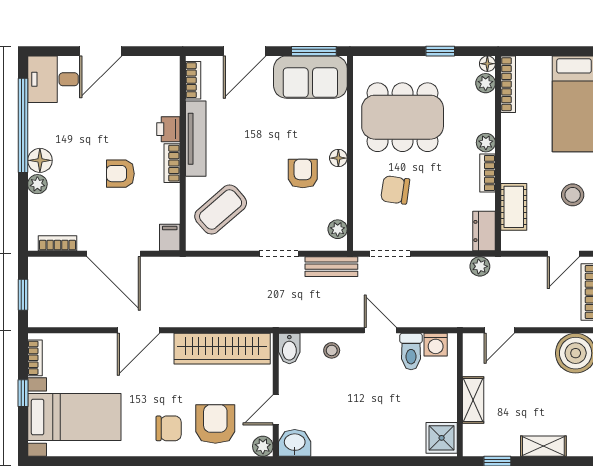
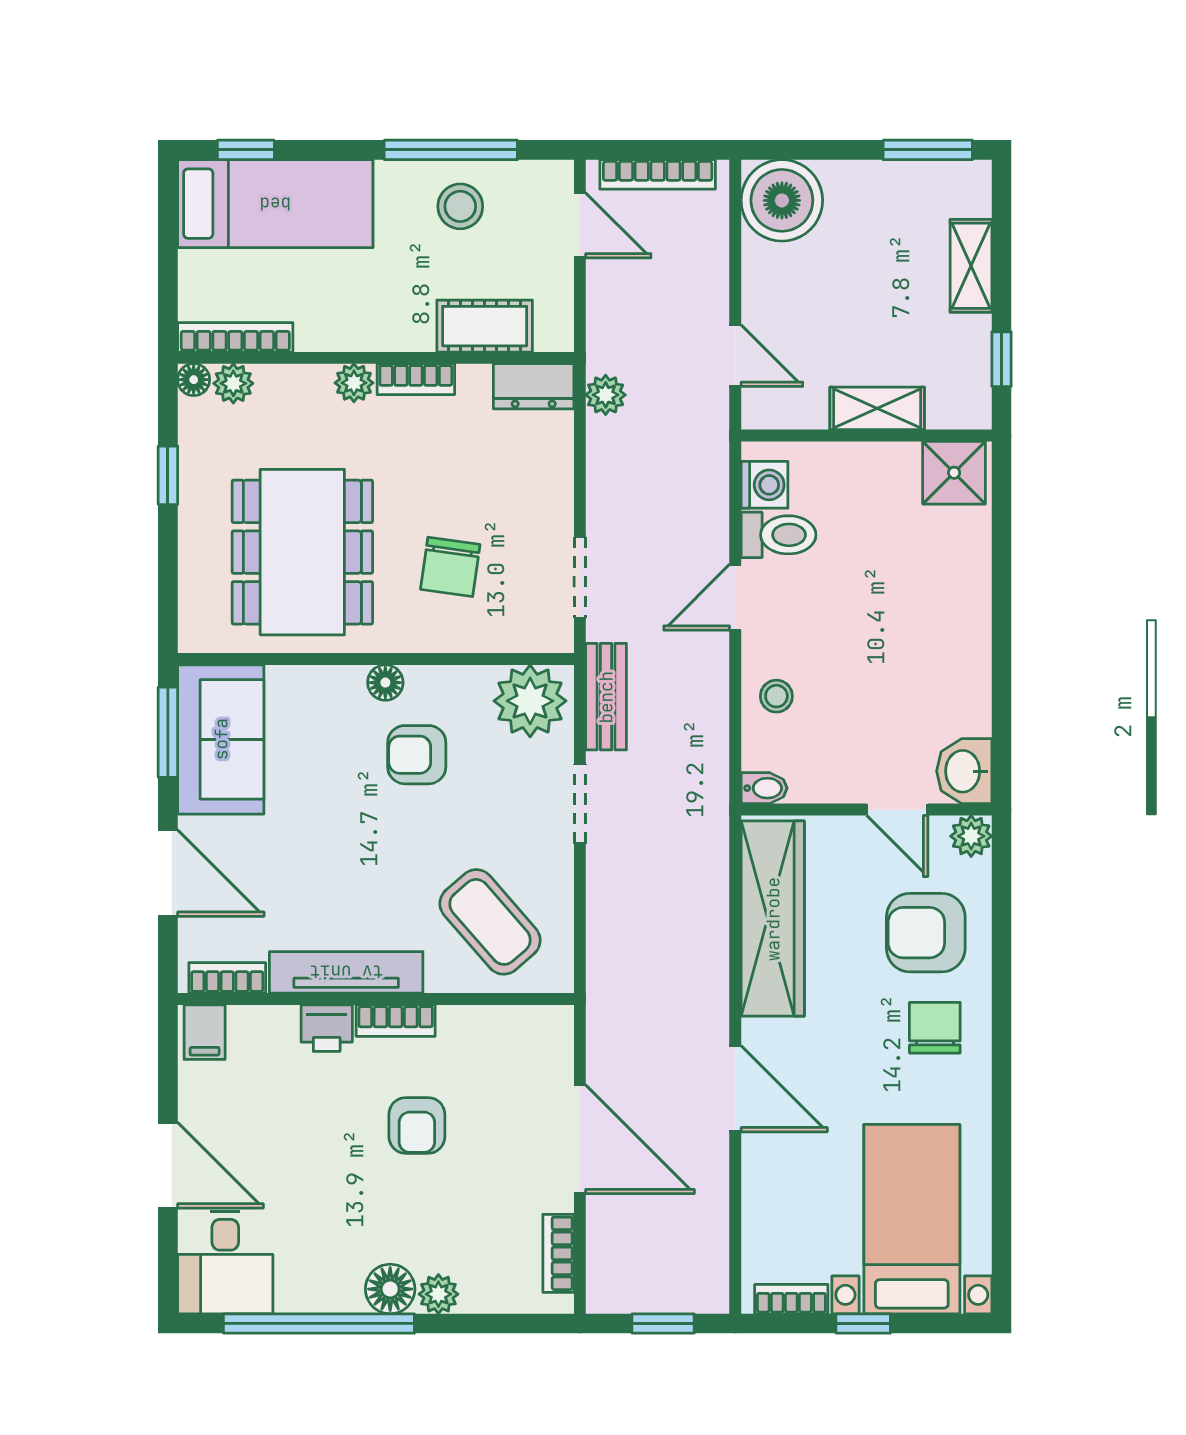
plant: (338, 229) -> (530, 701), width x1.88, depth x1.88
filing cabinet: (170, 237) -> (205, 1032), moved, turned -90
door: (114, 254) -> (580, 1139), hinge flipped
bidet: (289, 348) -> (764, 788), width x0.72, depth x0.74

